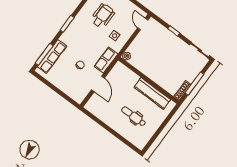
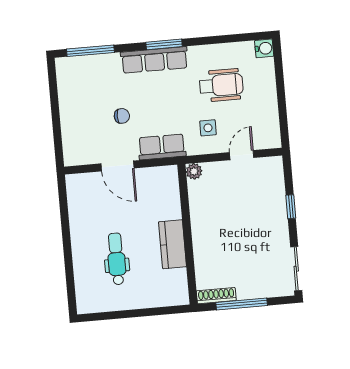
door: (143, 24) -> (242, 155), moved
row of seats: (52, 57) -> (154, 60), moved
door: (98, 84) -> (117, 166), hinge flipped
kitchen counter: (152, 93) -> (172, 244), width x0.67

